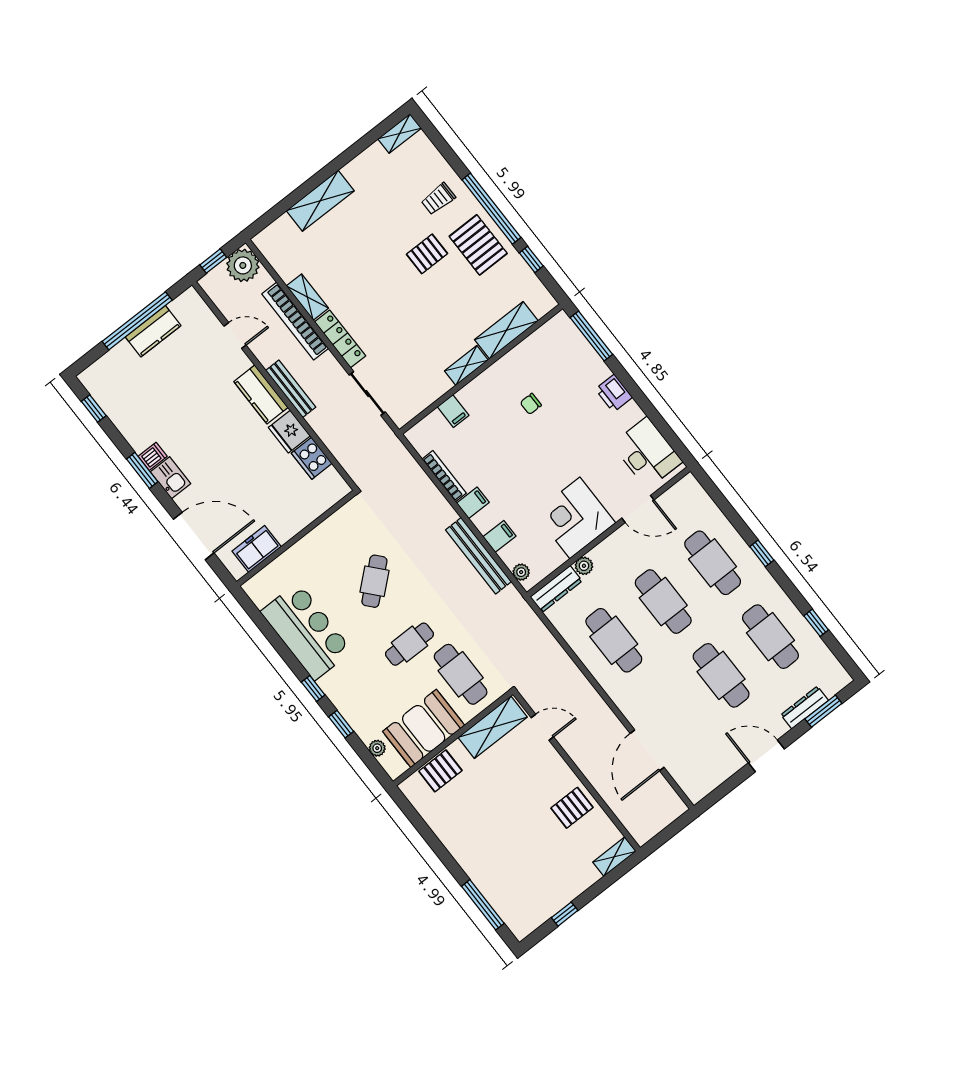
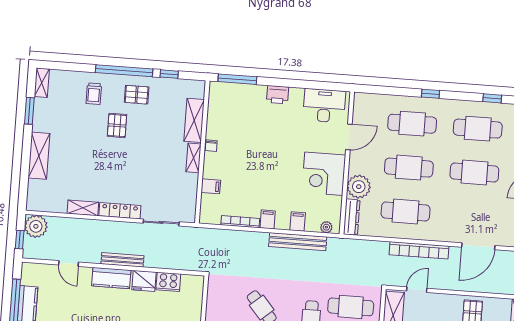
window: (358, 147) -> (29, 111), added
pallet: (478, 245) -> (137, 95), width x0.67, depth x0.71
bookcase: (295, 321) -> (419, 250), moved
door: (235, 336) -> (69, 263), swing flipped
chair: (531, 404) -> (211, 146), moved
plant: (584, 566) -> (359, 187), width x1.88, depth x1.88
door: (647, 750) -> (478, 246), hinge flipped

